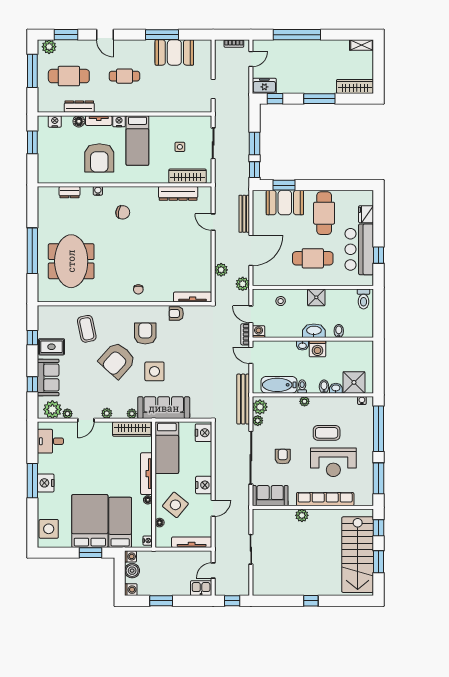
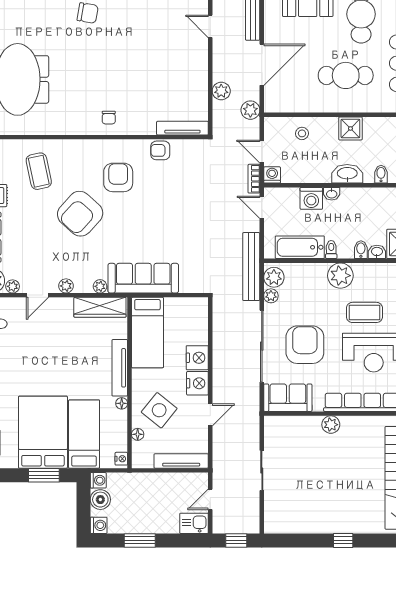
washing machine: (317, 349) -> (311, 198), moved
side table: (154, 371) -> (131, 229), removed
plant: (304, 401) -> (340, 276), width x1.88, depth x1.88
nightstand: (203, 433) -> (197, 358), moved
armchair: (283, 457) -> (305, 345), width x1.88, depth x1.88

